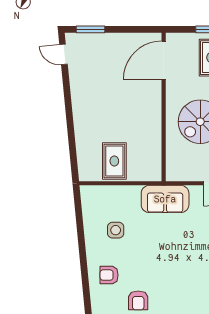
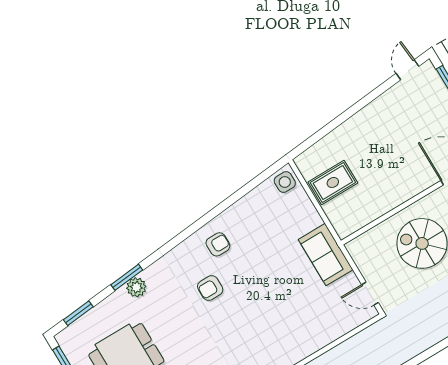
side table: (116, 230) -> (285, 182), moved
armchair: (109, 275) -> (218, 244), turned 90

